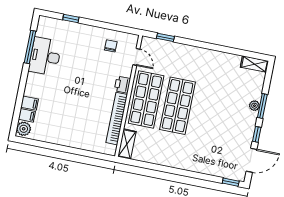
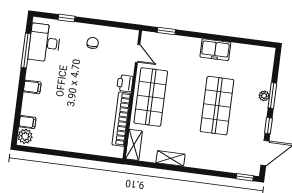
chair: (111, 46) -> (93, 43), moved
desk: (45, 56) -> (44, 43), moved
freezer: (211, 58) -> (215, 50), added
shelving: (254, 64) -> (170, 158), moved
filing cabinet: (30, 103) -> (32, 87), moved
shop shelf: (178, 106) -> (217, 106), moved

